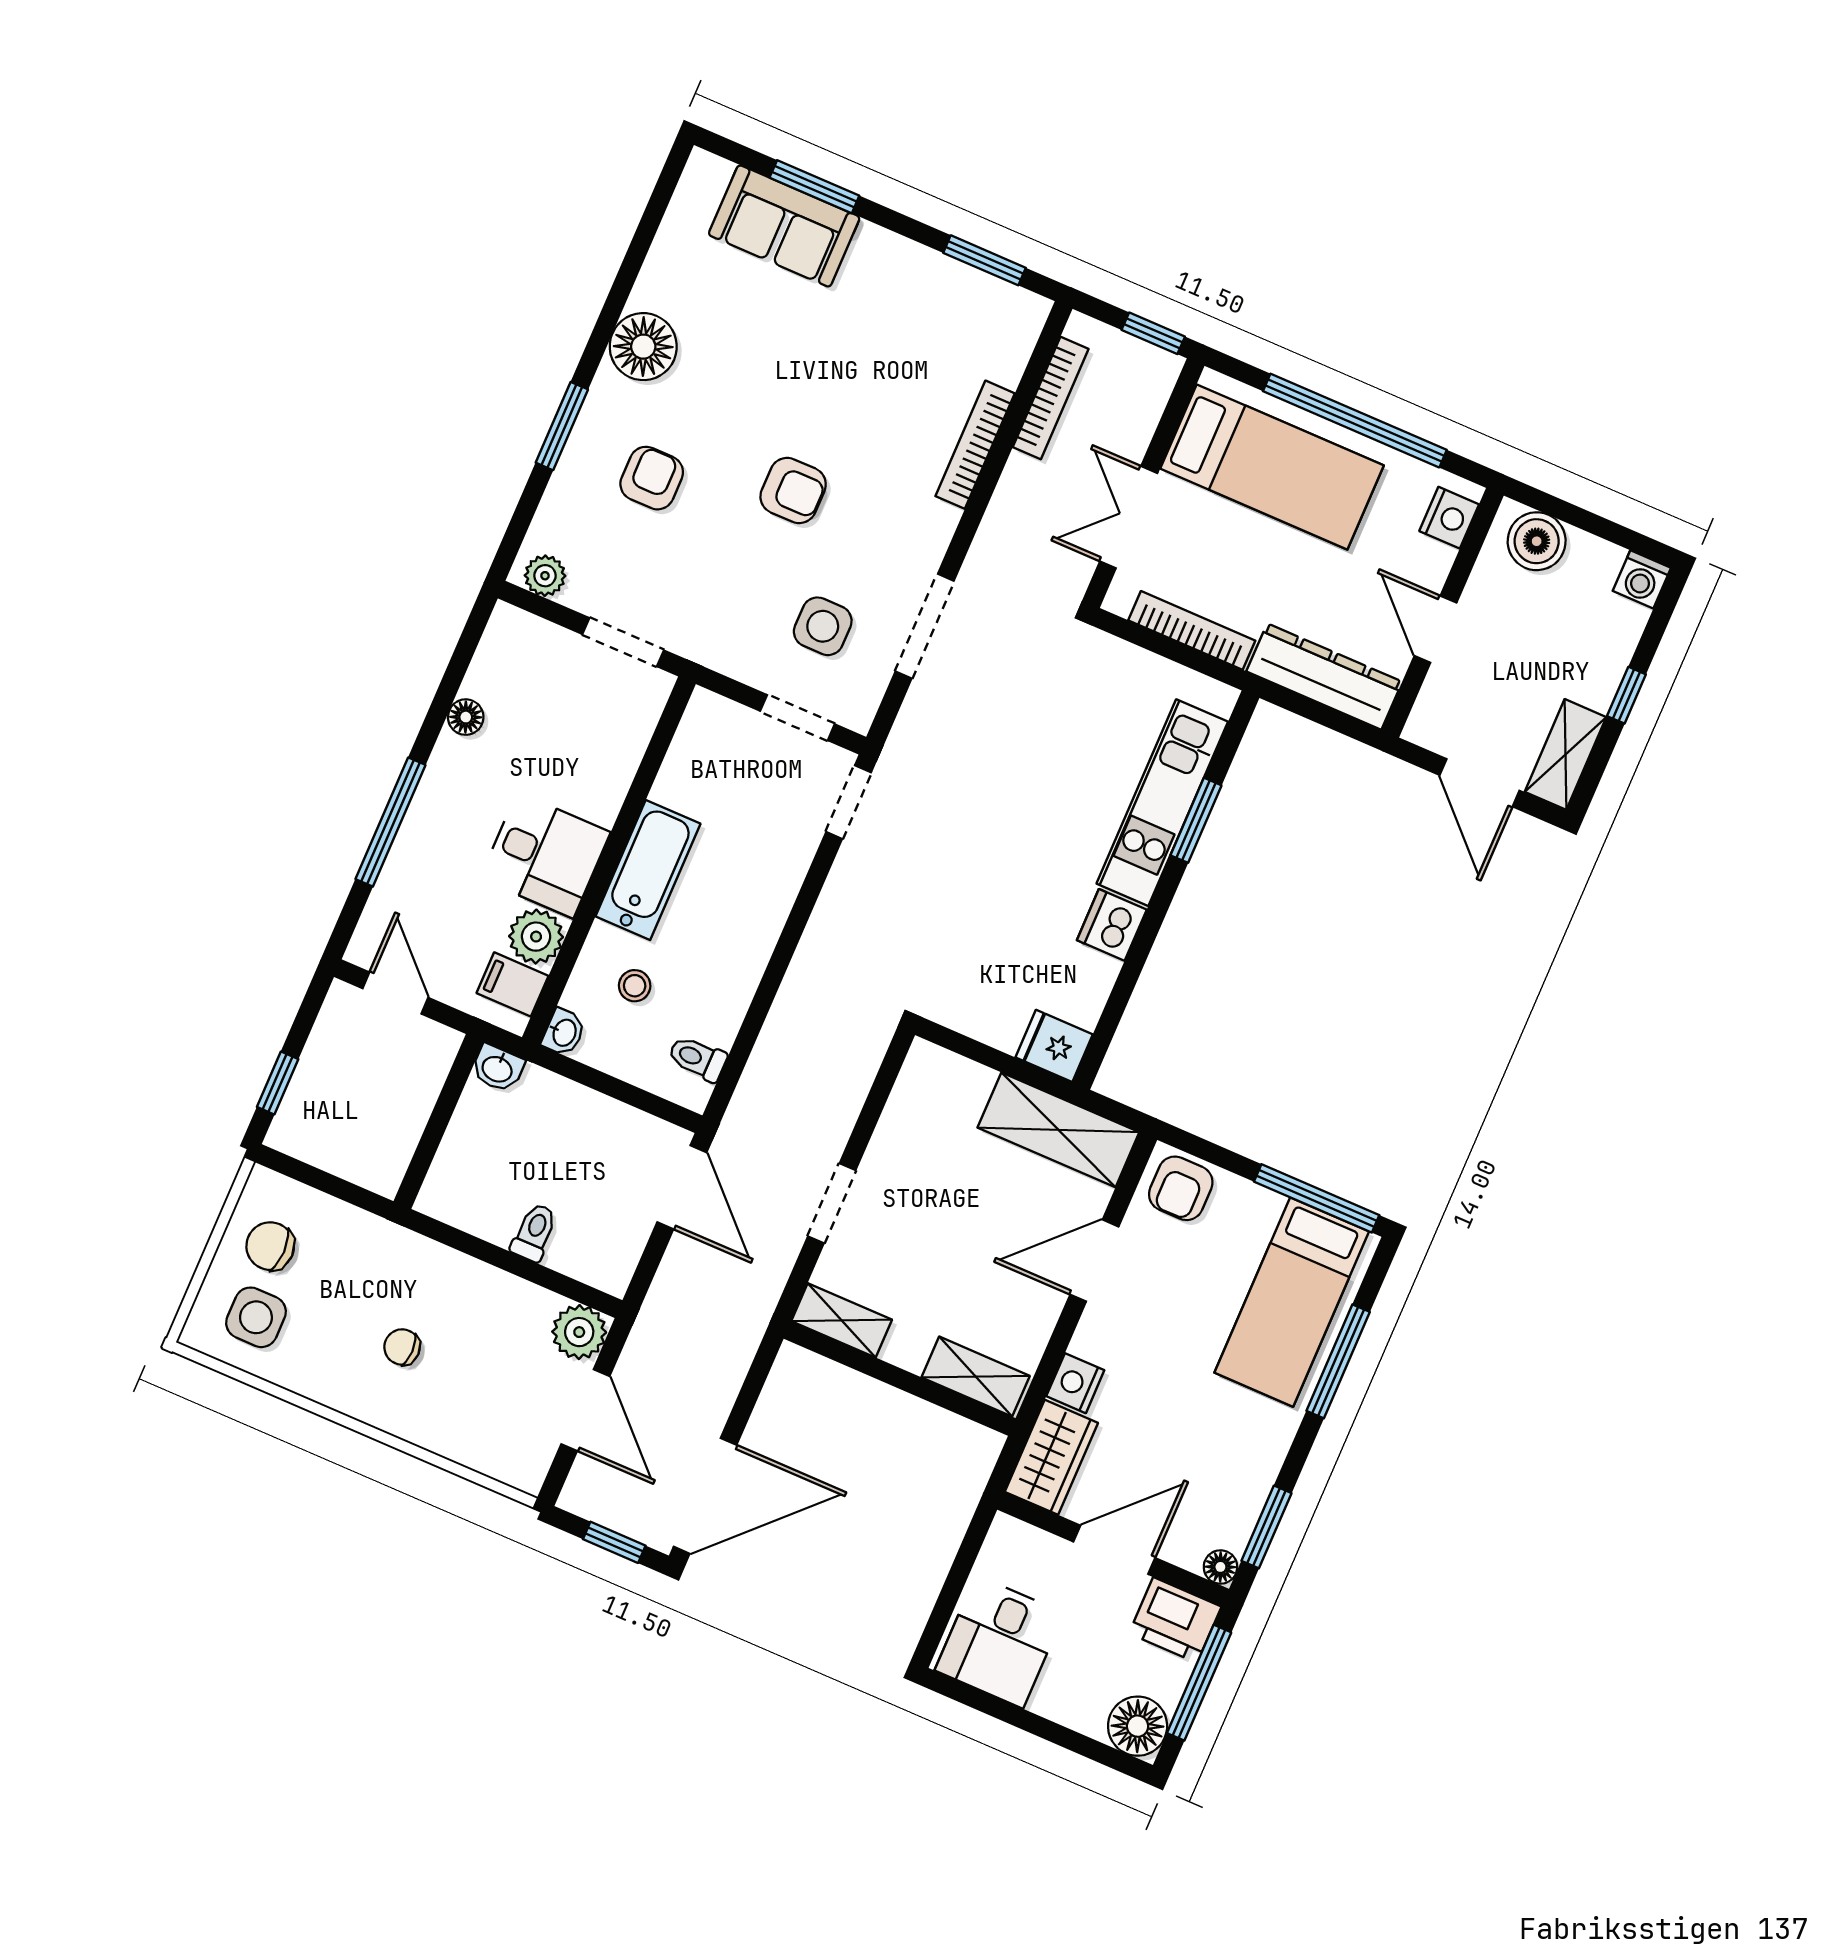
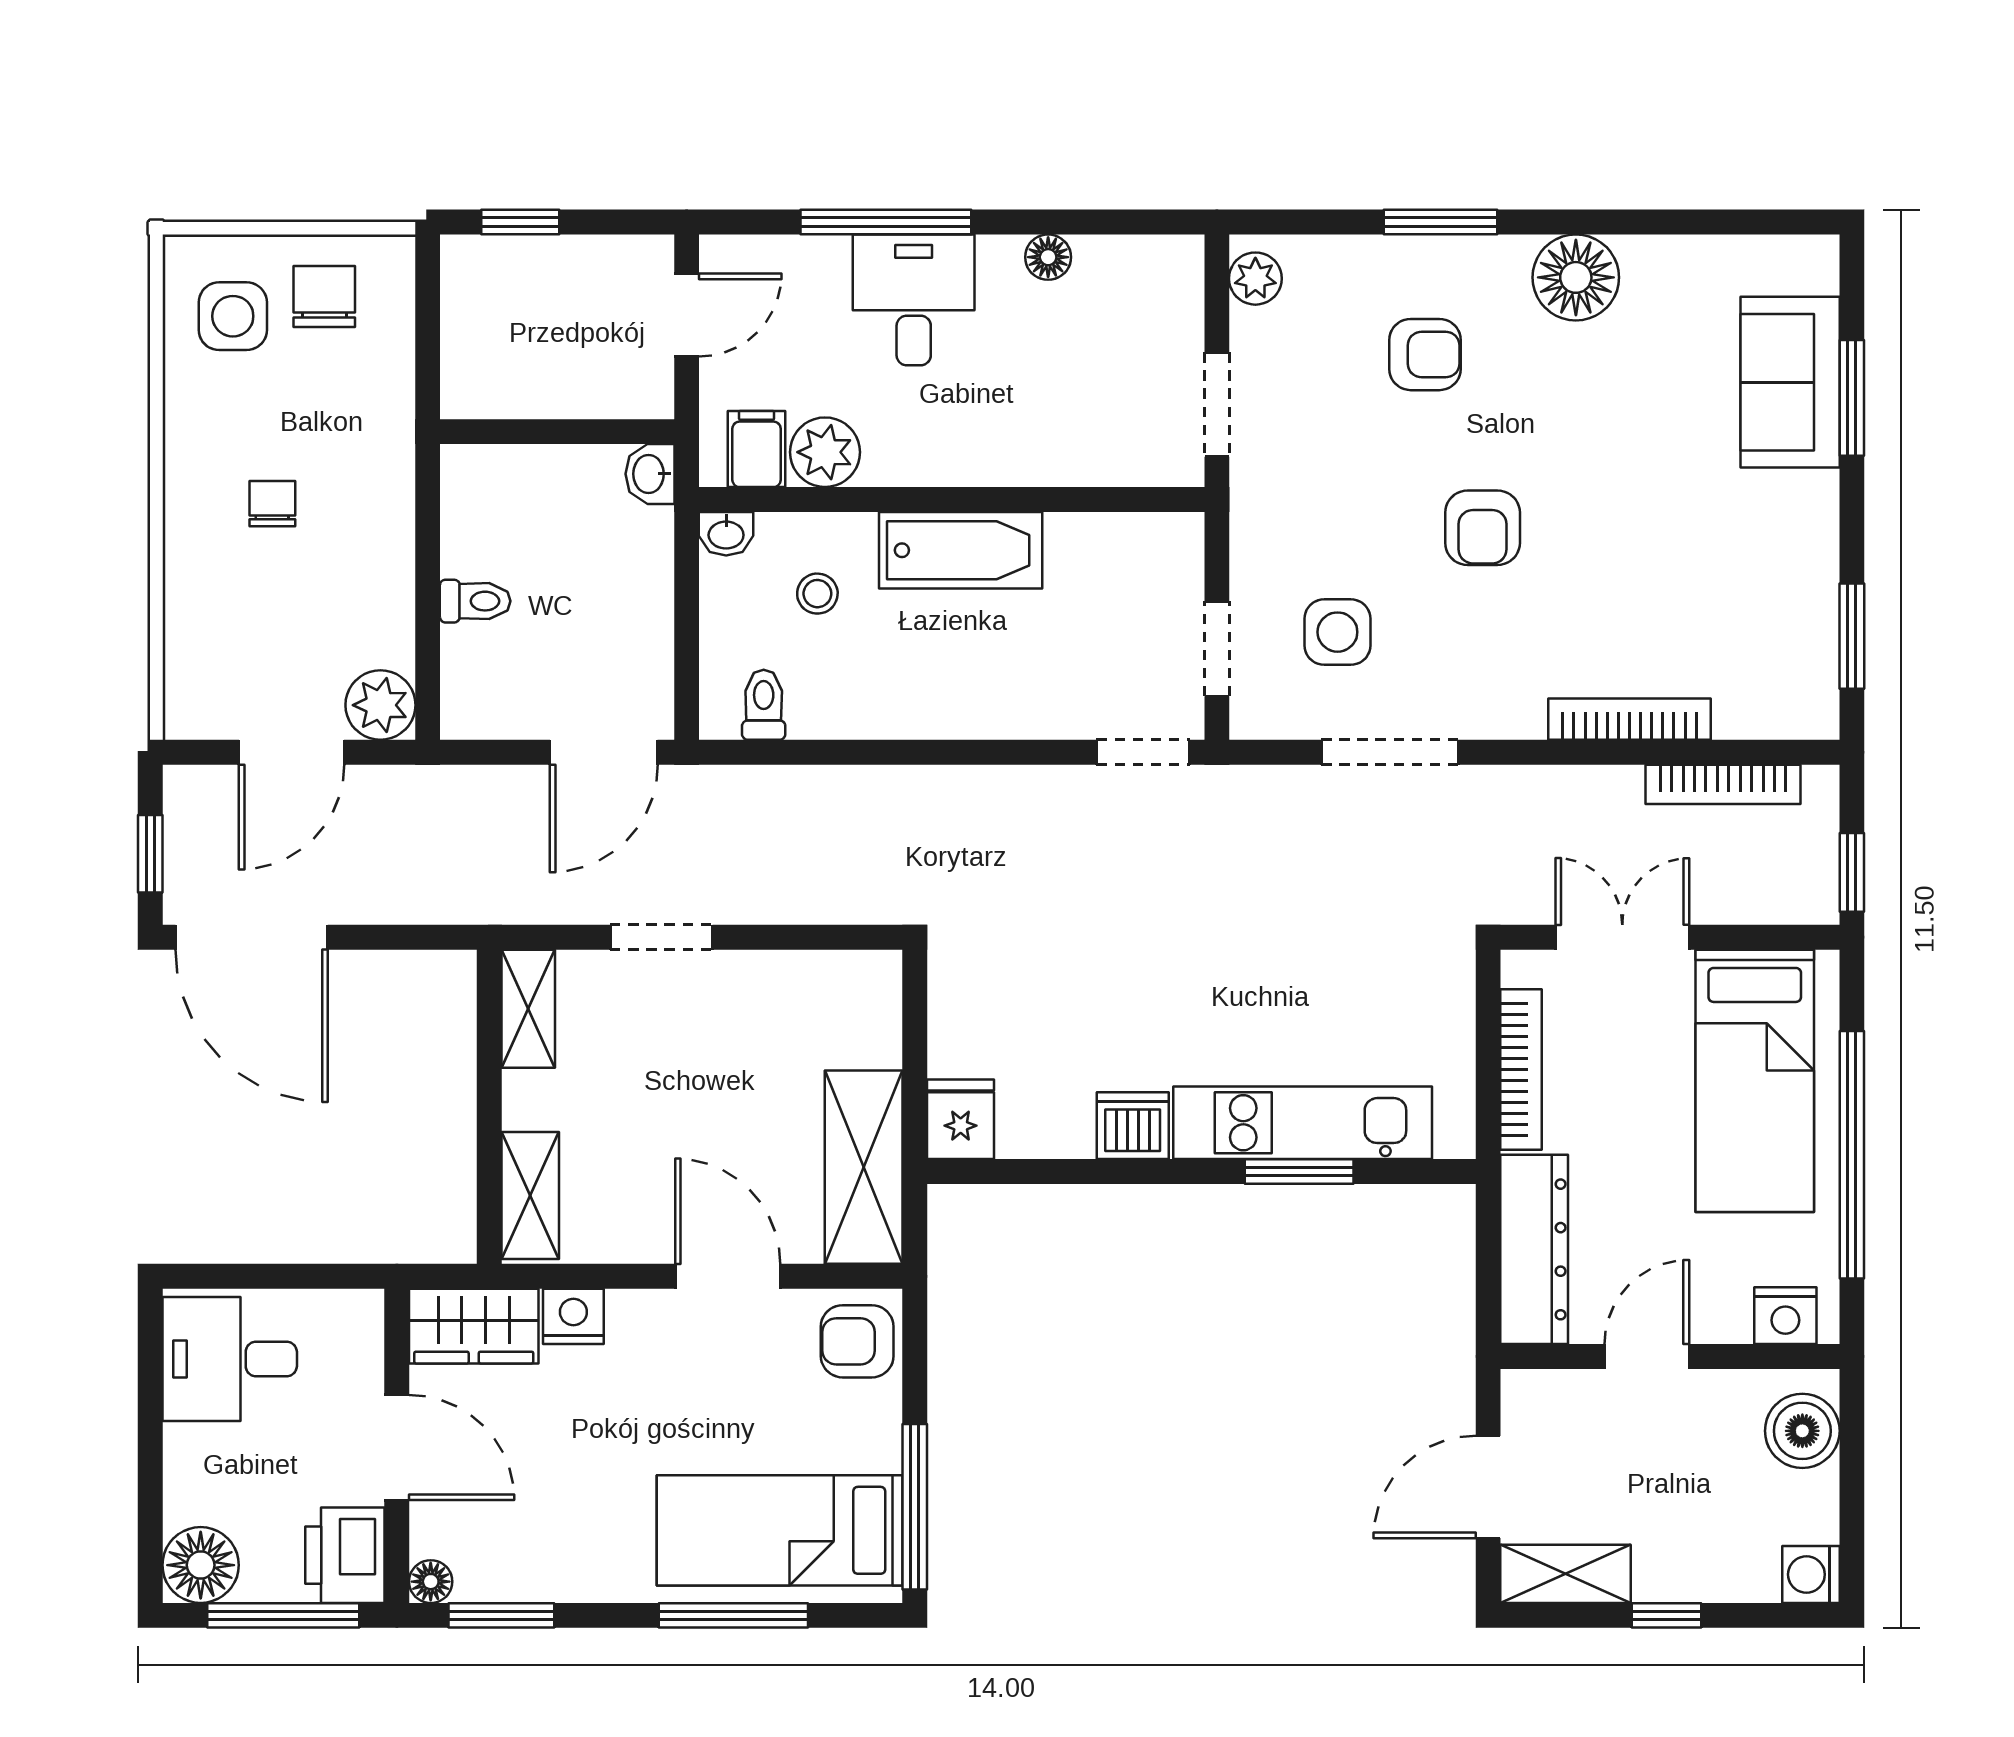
desk: (545, 855) -> (914, 300), moved, turned 180

